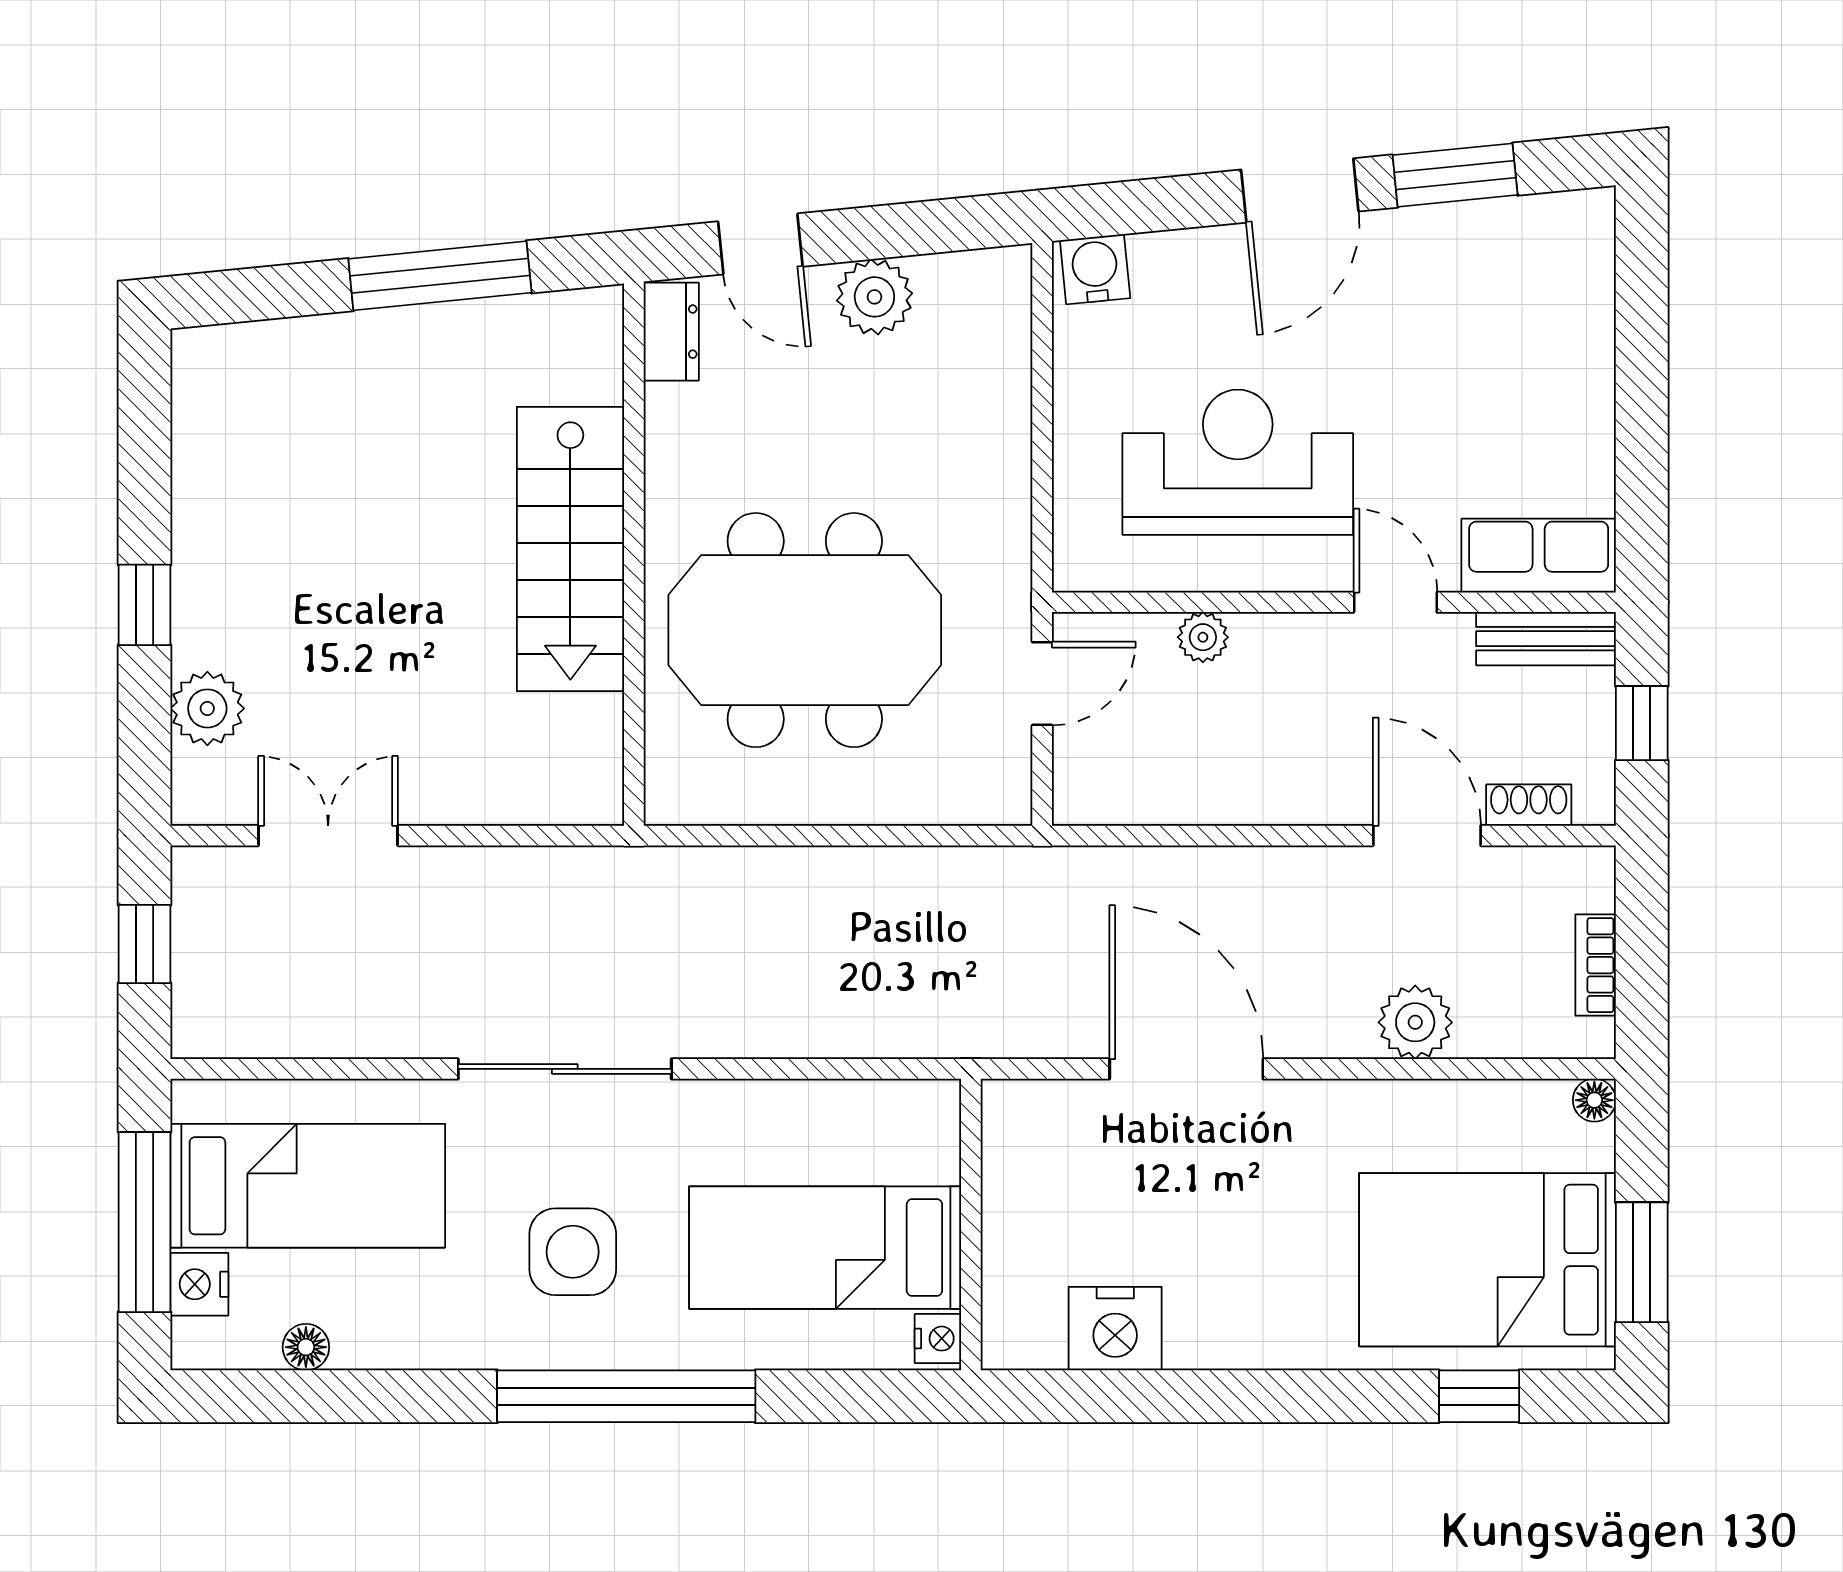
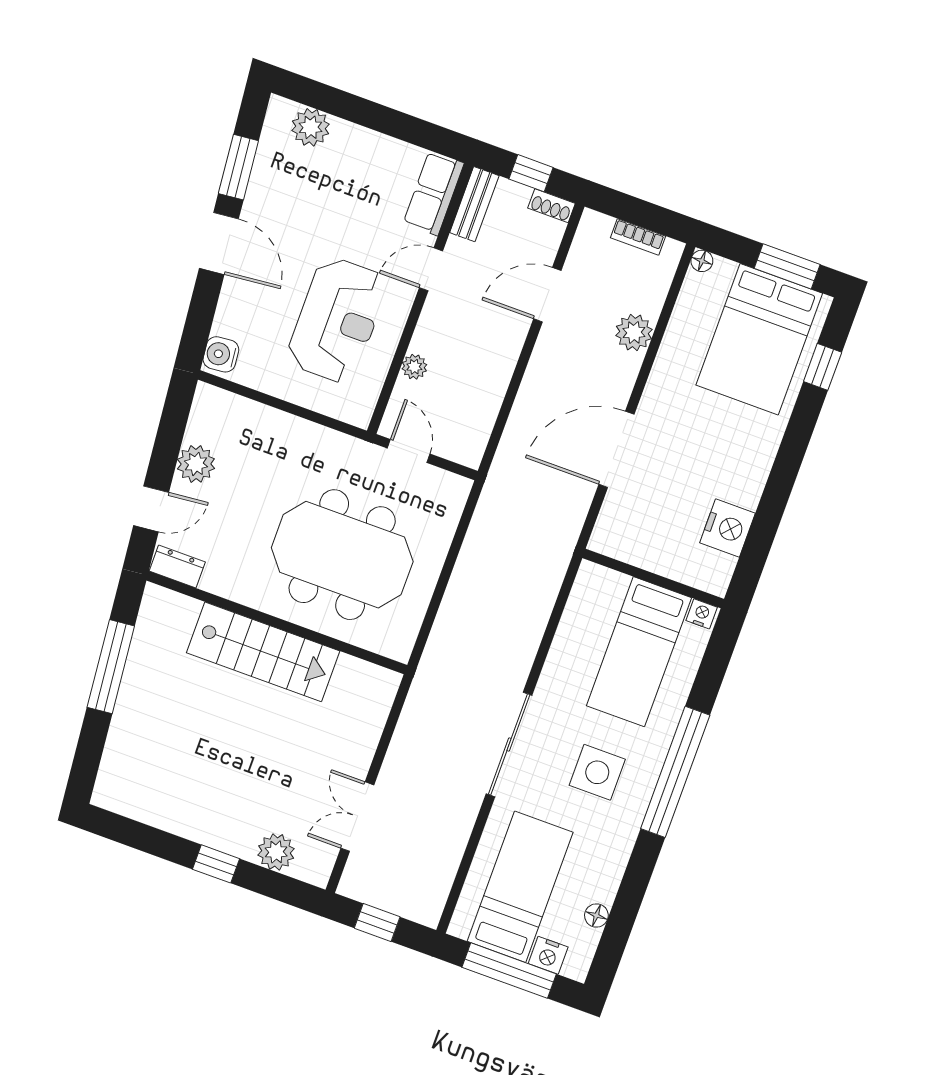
plant: (1578, 282) -> (311, 127), added
reception desk: (1238, 462) -> (337, 320), turned 180
meeting table: (805, 630) -> (342, 555), turned 90
shoe rack: (1529, 805) -> (551, 206), moved, turned -90

